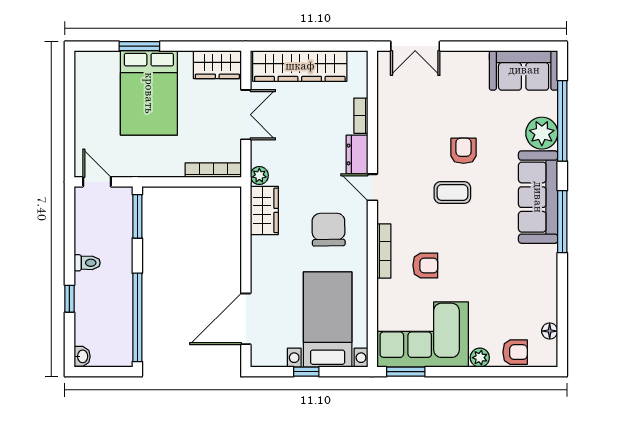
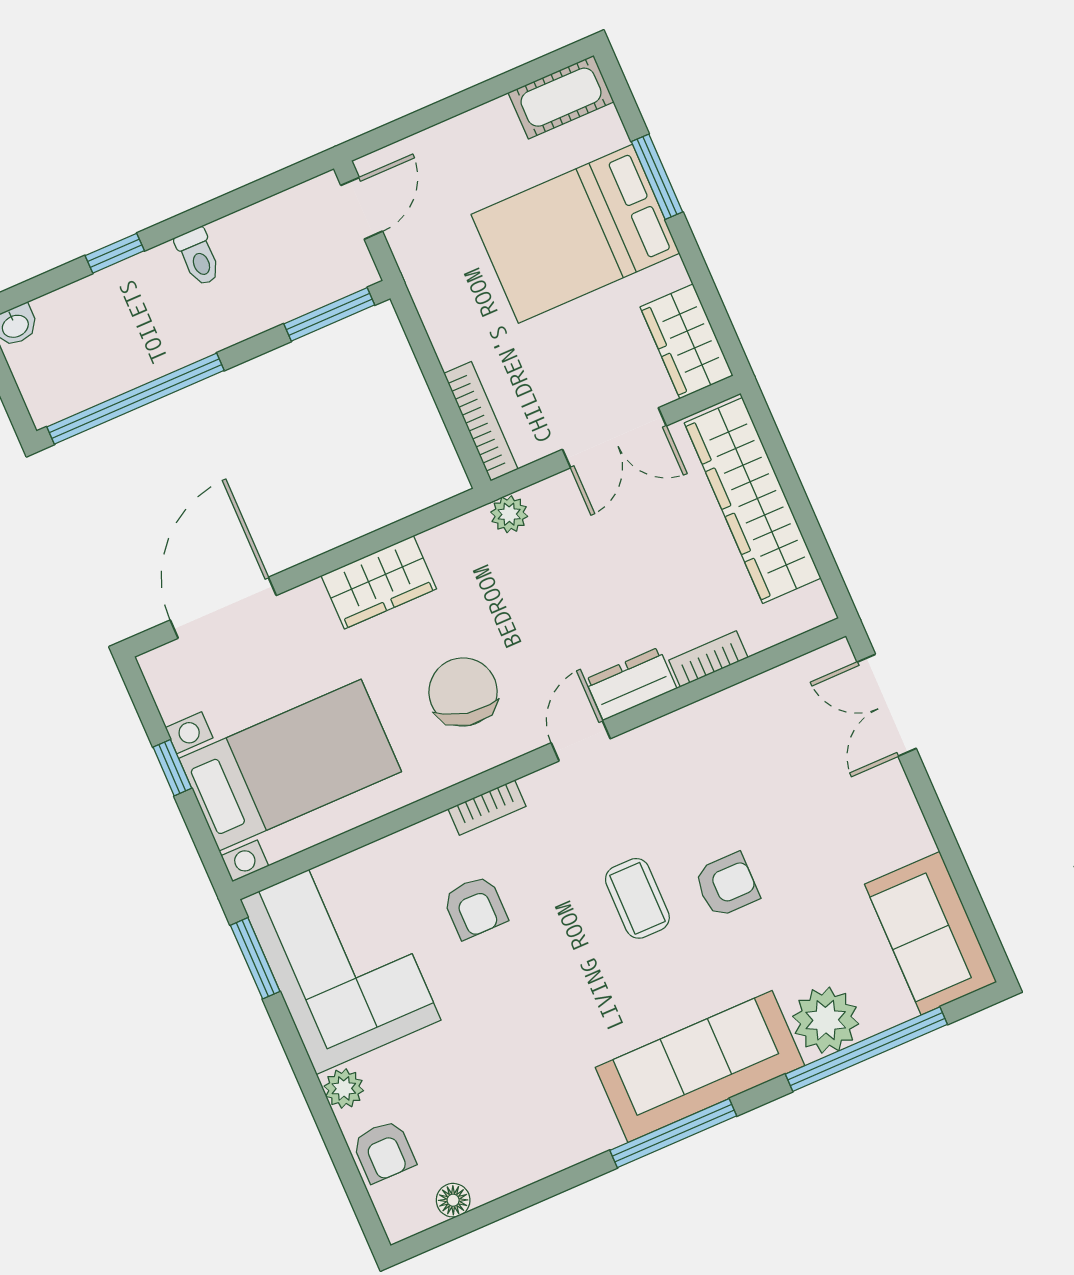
cot: (86, 73) -> (561, 97), added
wardrobe: (264, 210) -> (379, 582), moved
chair: (329, 230) -> (463, 692), turned -77
bookcase: (384, 251) -> (487, 808), width x0.64
door: (246, 319) -> (223, 608), hinge flipped

